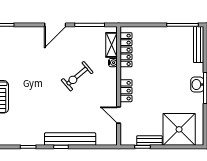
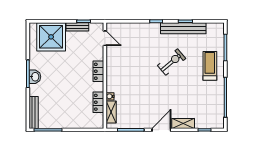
shelving: (31, 32) -> (183, 123), added
locker: (126, 50) -> (98, 102), width x0.66
exercise bike: (77, 76) -> (172, 62), moved
door: (119, 115) -> (105, 38), moved
bench: (70, 139) -> (183, 28), moved

